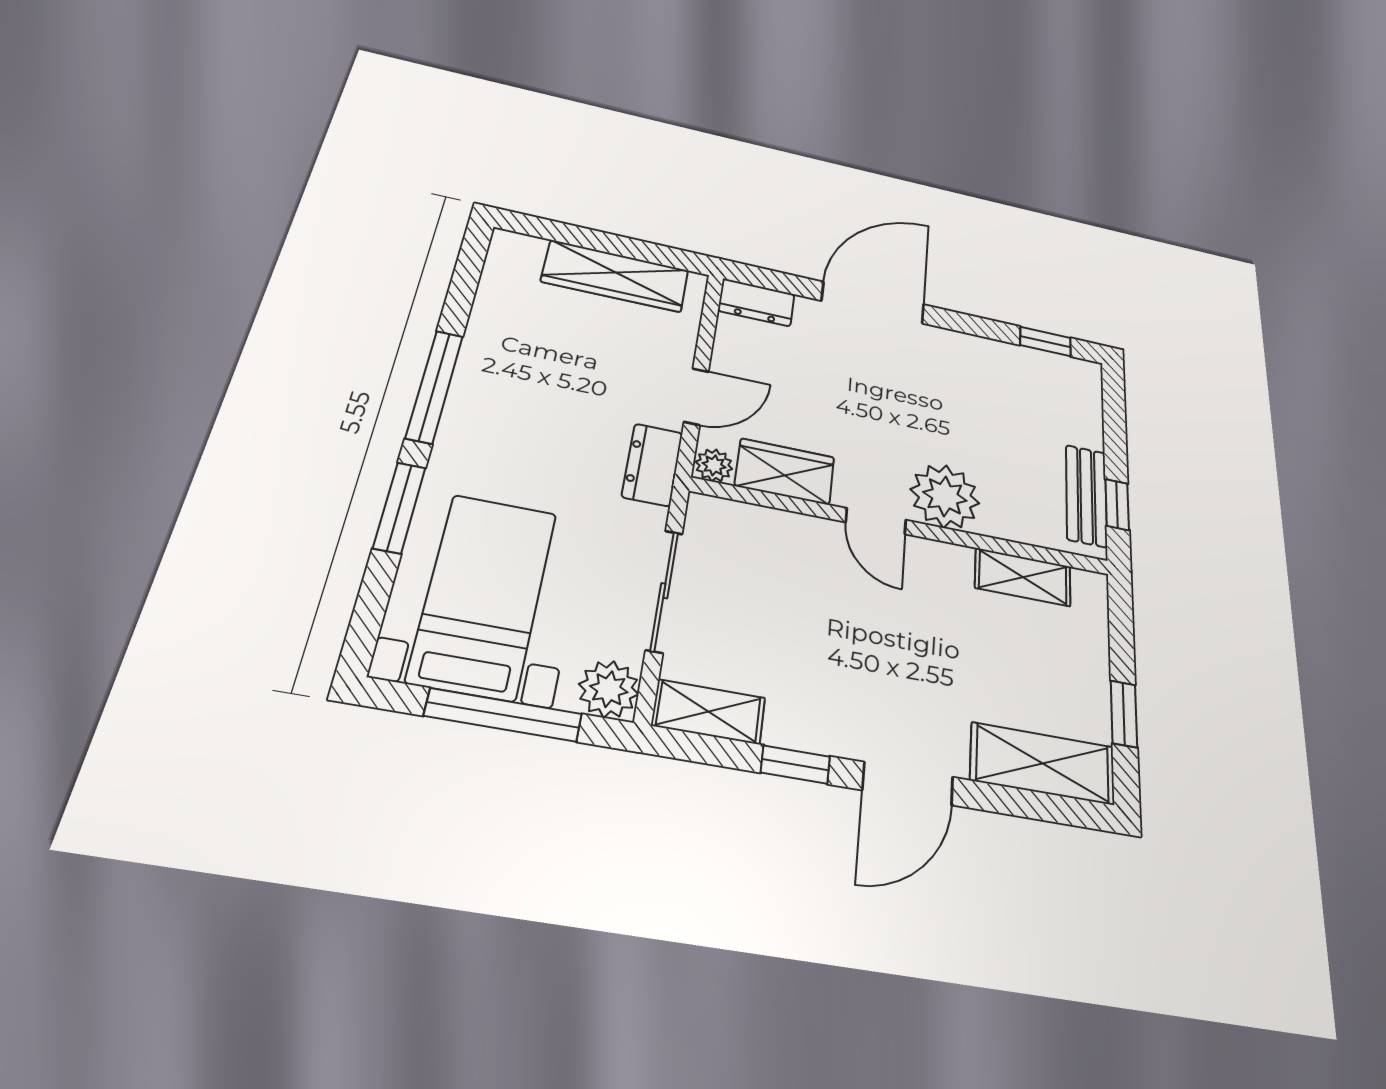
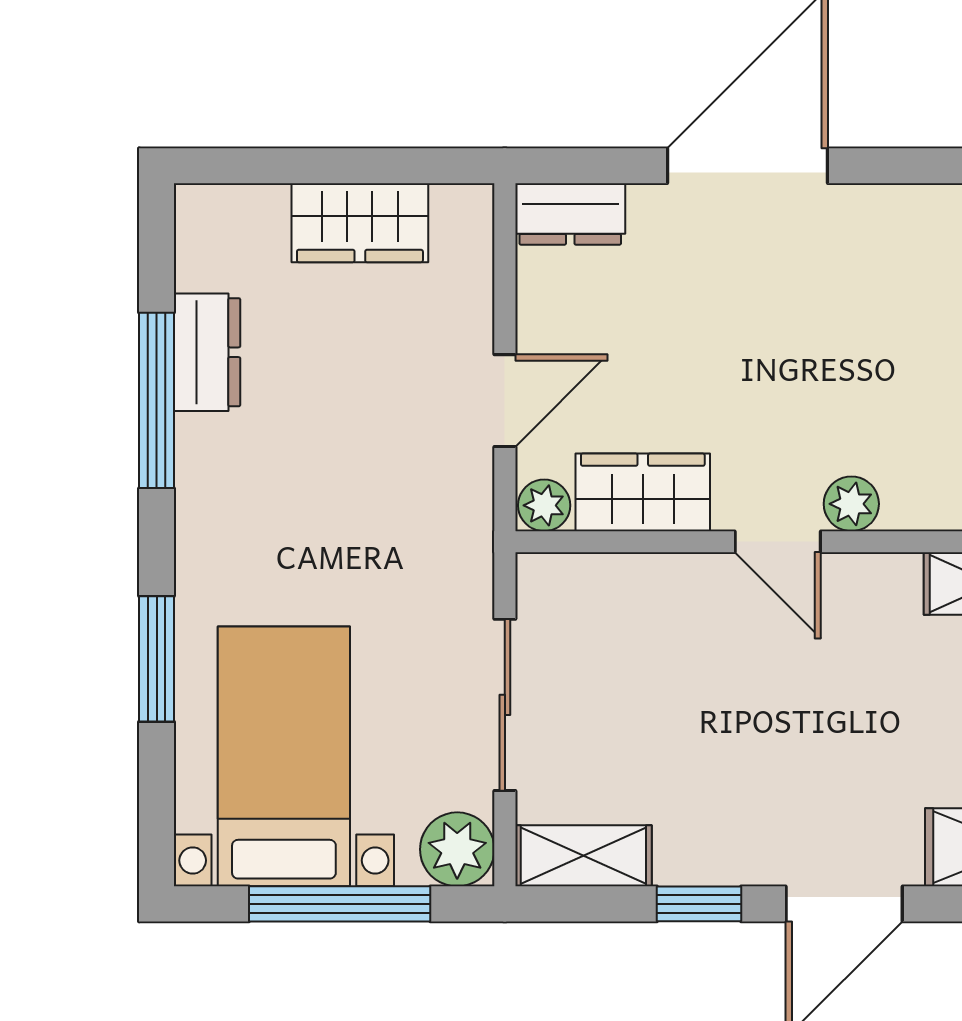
wardrobe: (615, 276) -> (360, 223), width x0.67
window: (434, 386) -> (157, 400), moved
dresser: (652, 465) -> (207, 352), moved, turned 180
plant: (945, 496) -> (851, 504), width x0.53, depth x0.53

